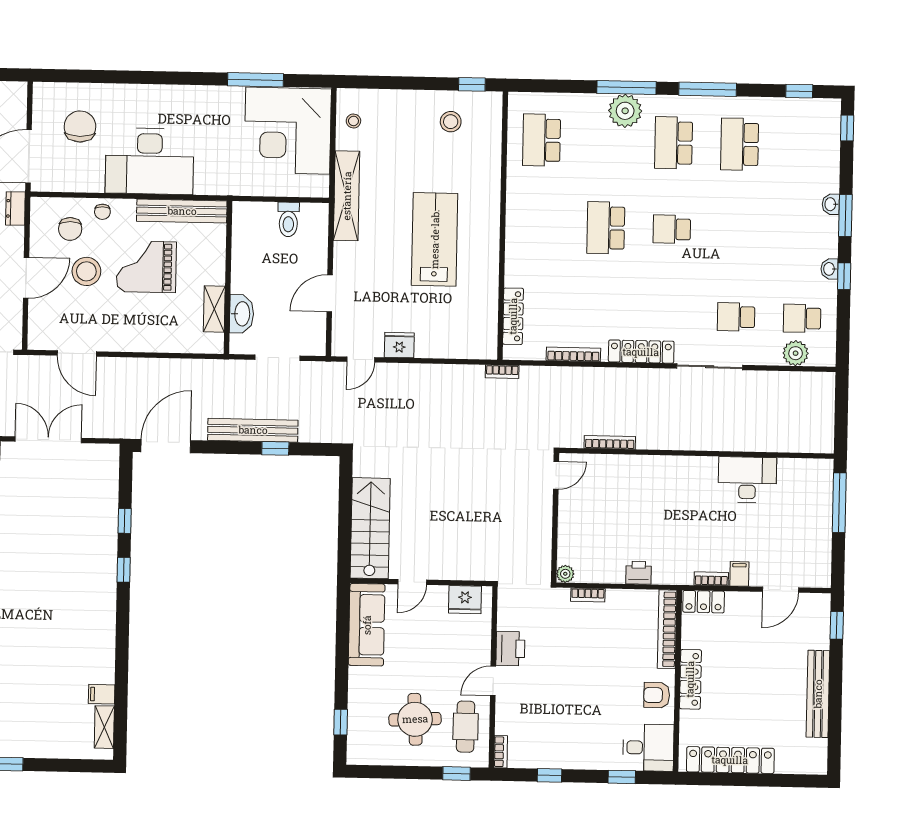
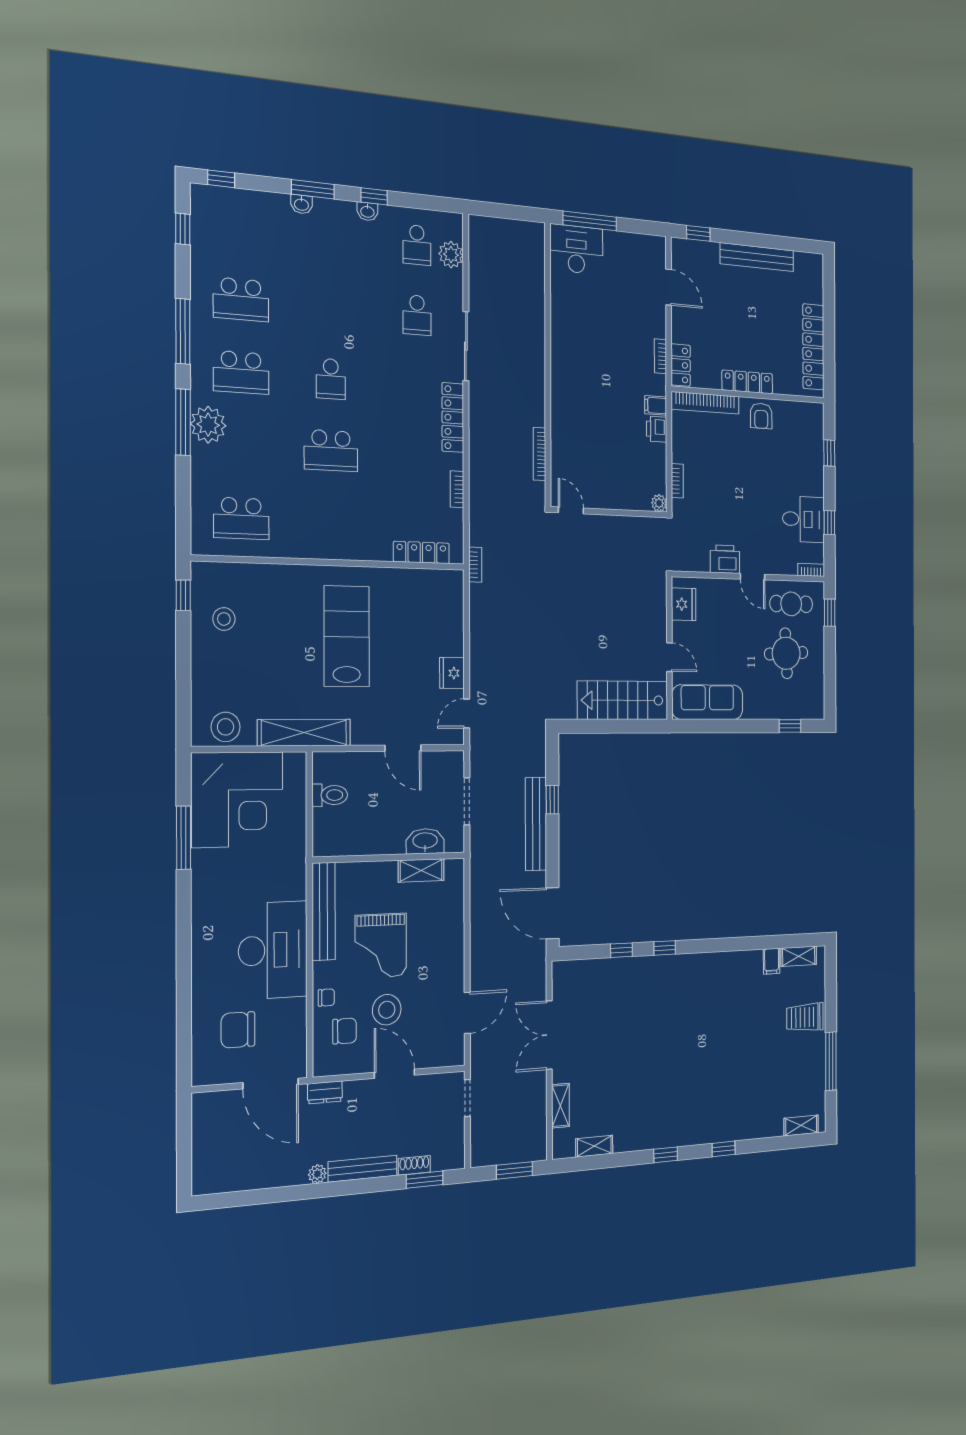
stool: (353, 121) -> (226, 727), width x1.89, depth x1.89
lab bench: (435, 239) -> (347, 636), turned 90
bookcase: (573, 354) -> (457, 489), width x0.64
door: (361, 359) -> (467, 713), swing flipped
desk: (747, 480) -> (576, 249), moved, turned 90
filing cabinet: (739, 574) -> (656, 405), moved
trolley: (41, 733) -> (805, 1017), added
desk: (648, 748) -> (804, 519), moved, turned 90

